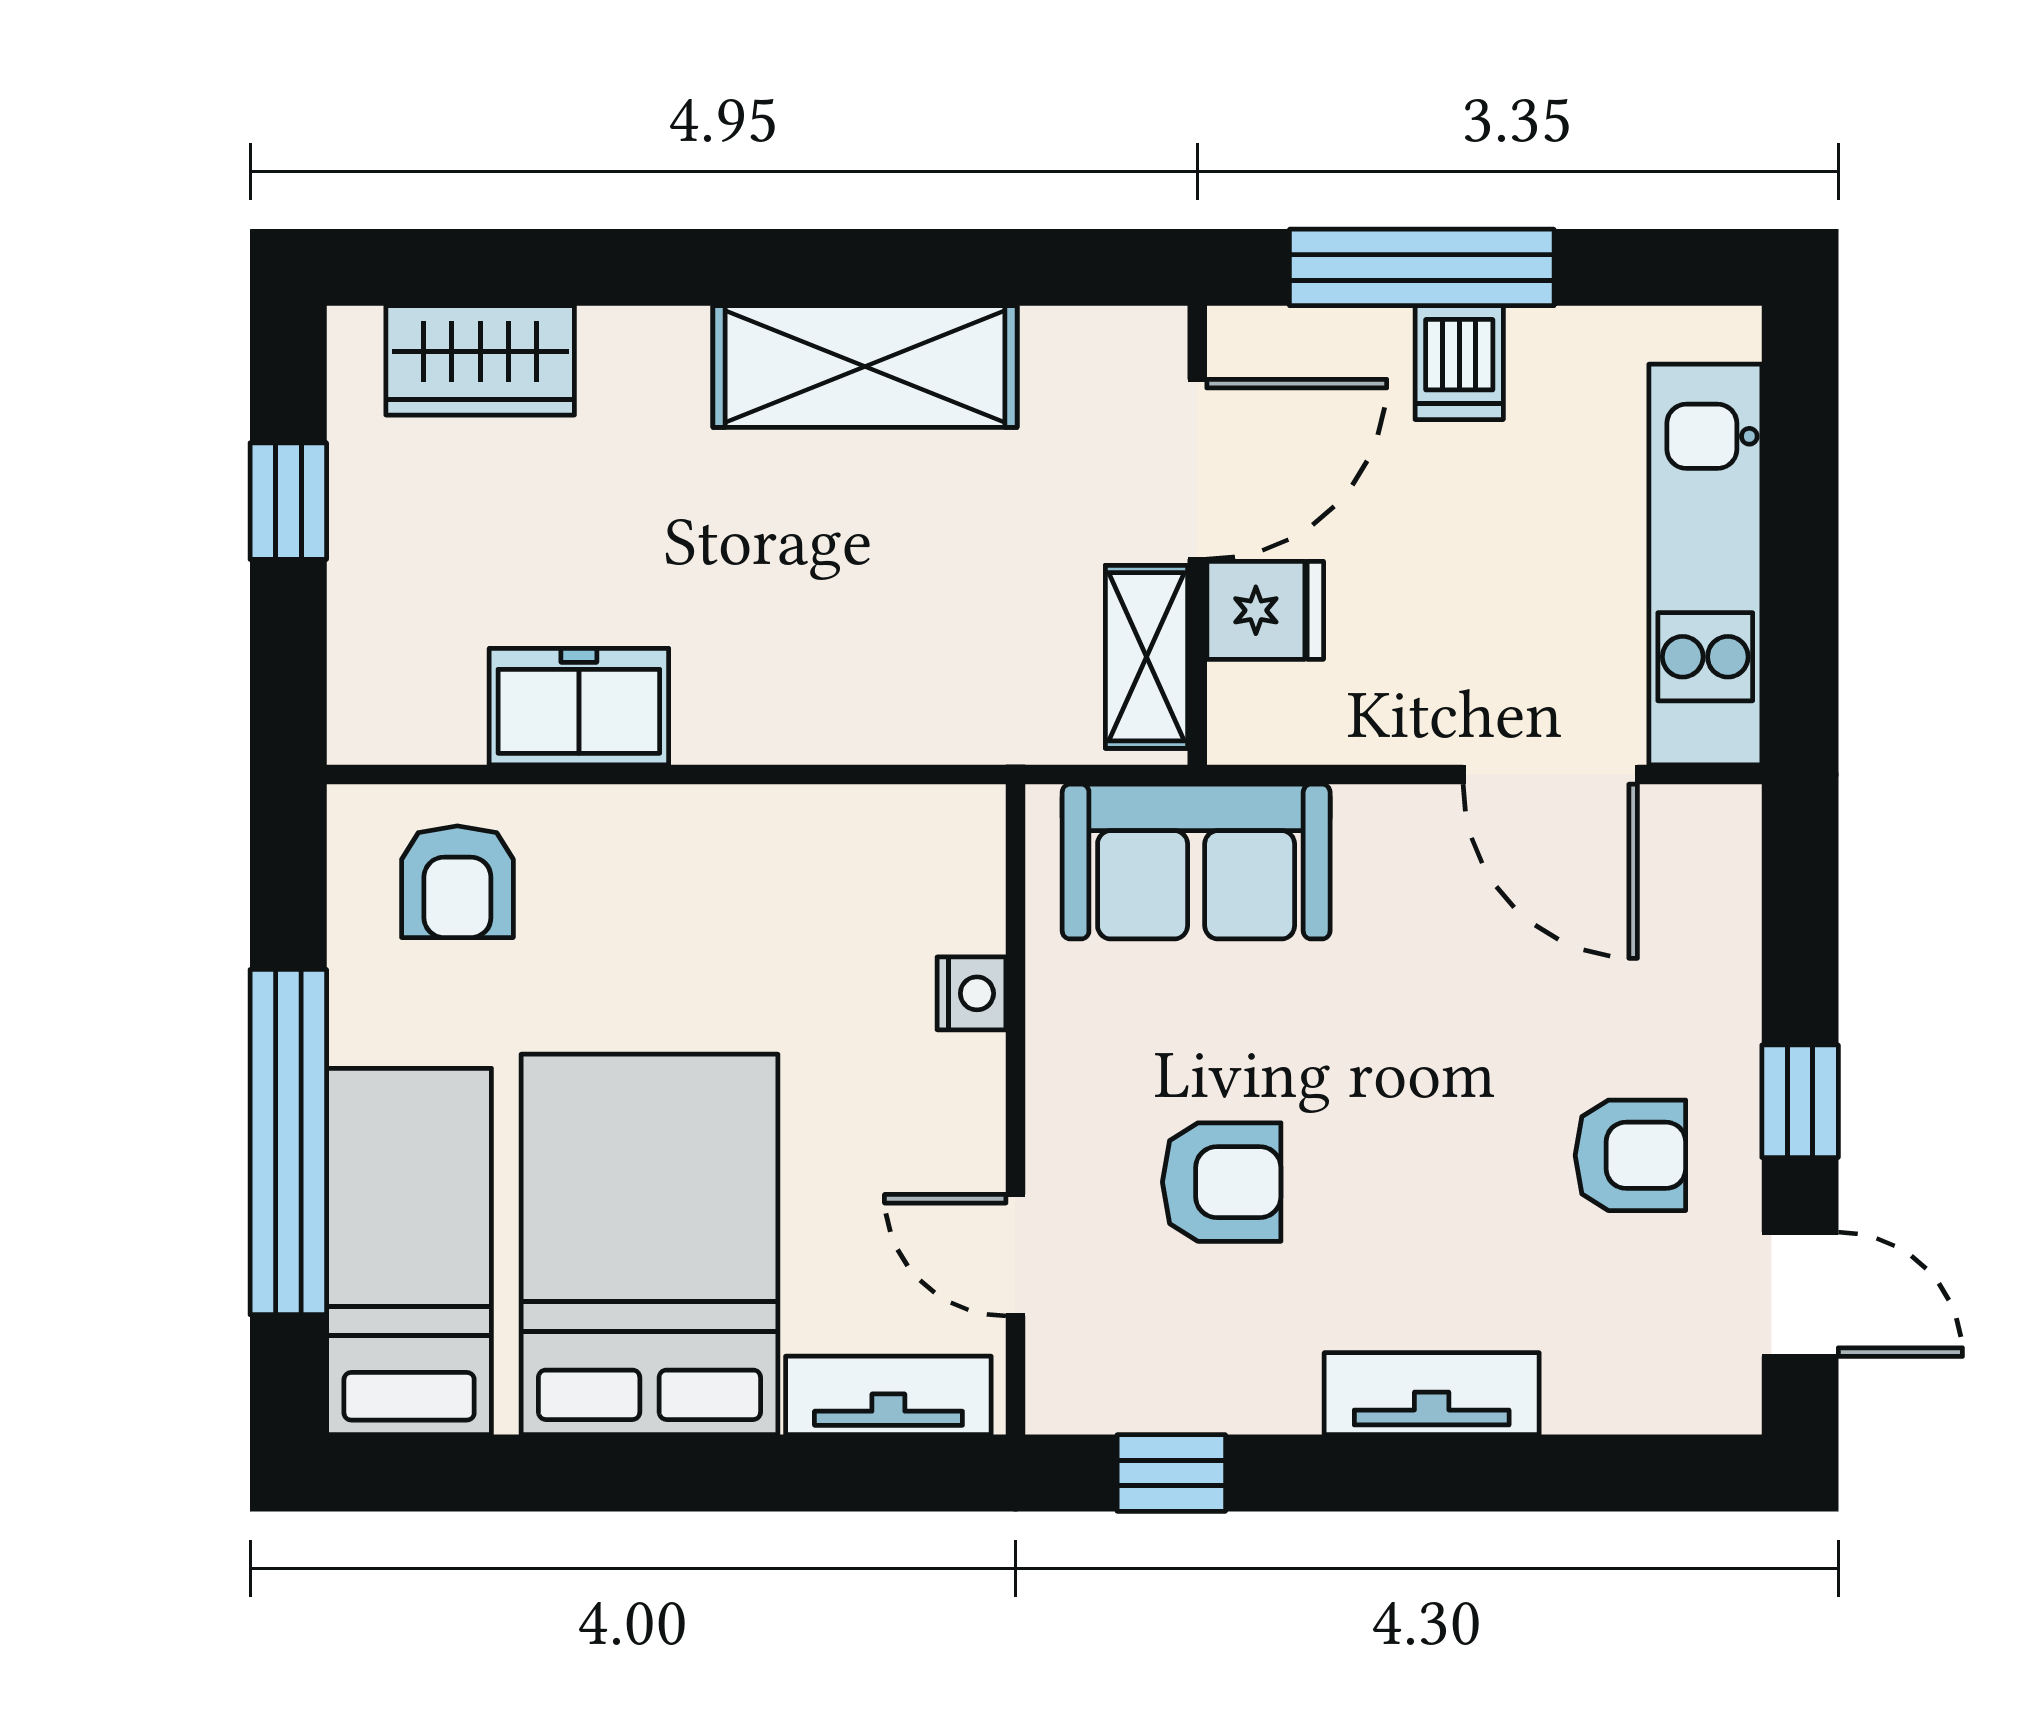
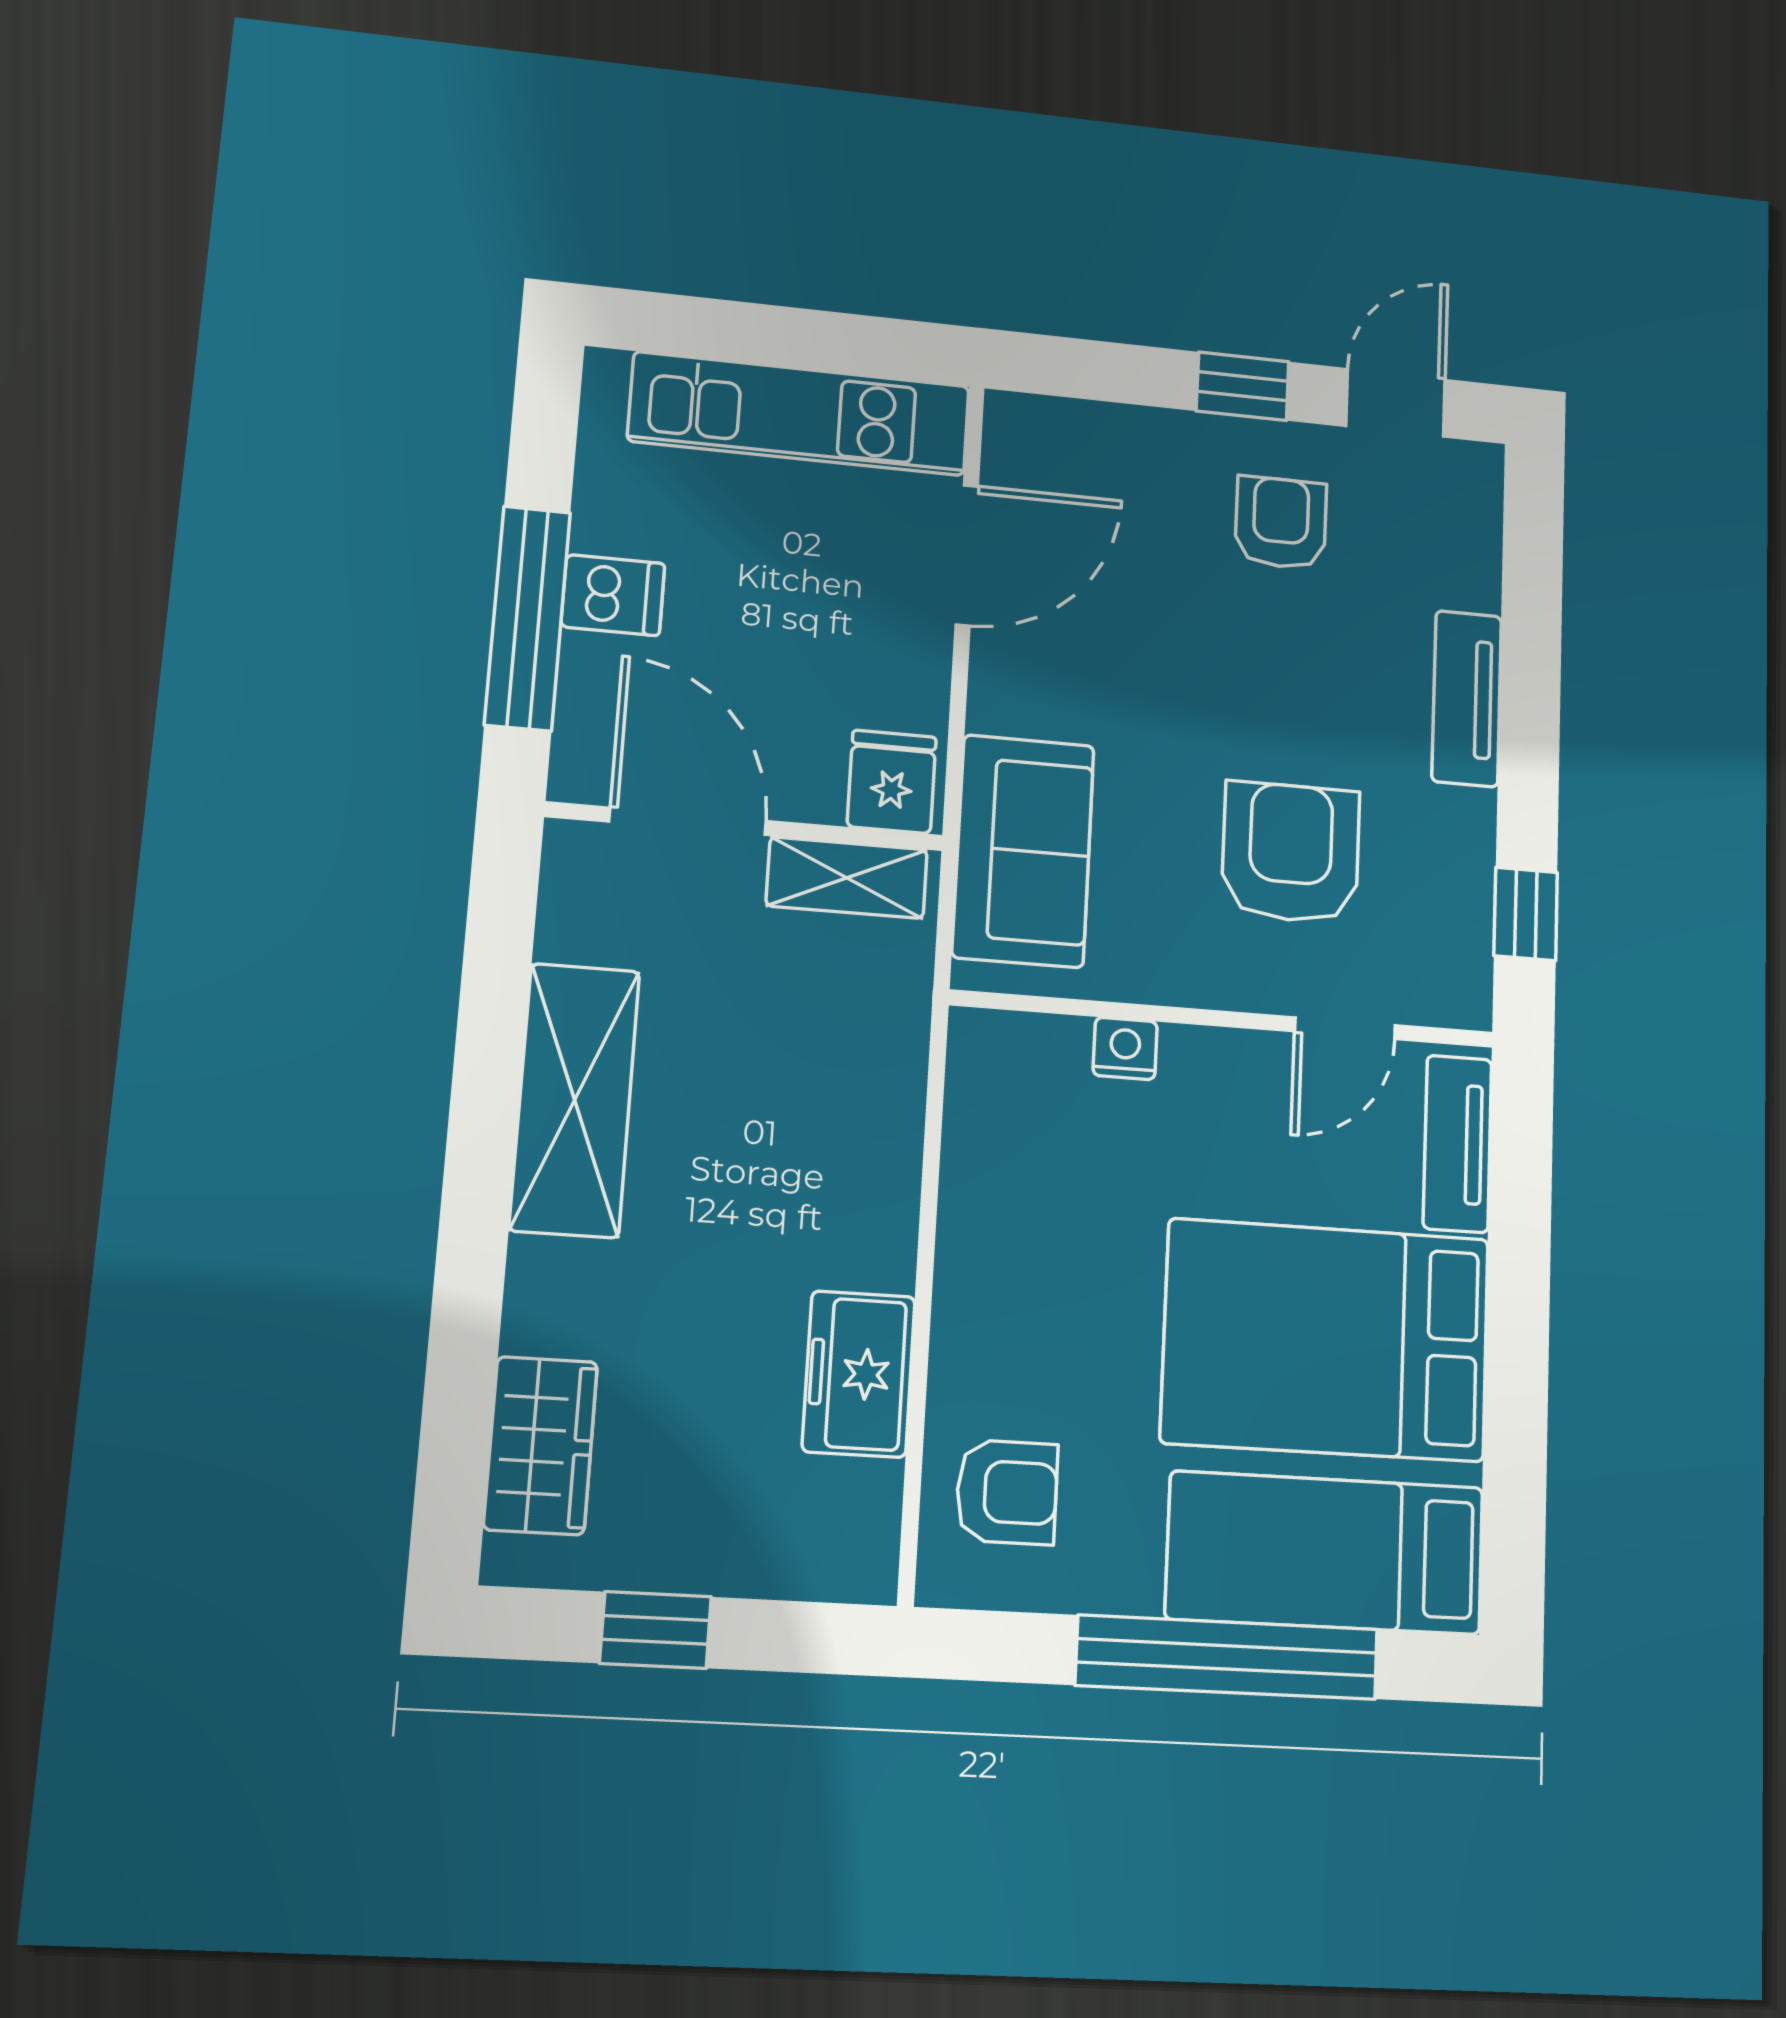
fridge: (1265, 610) -> (892, 782), moved
armchair: (1222, 1182) -> (1291, 853), width x1.38, depth x1.38

